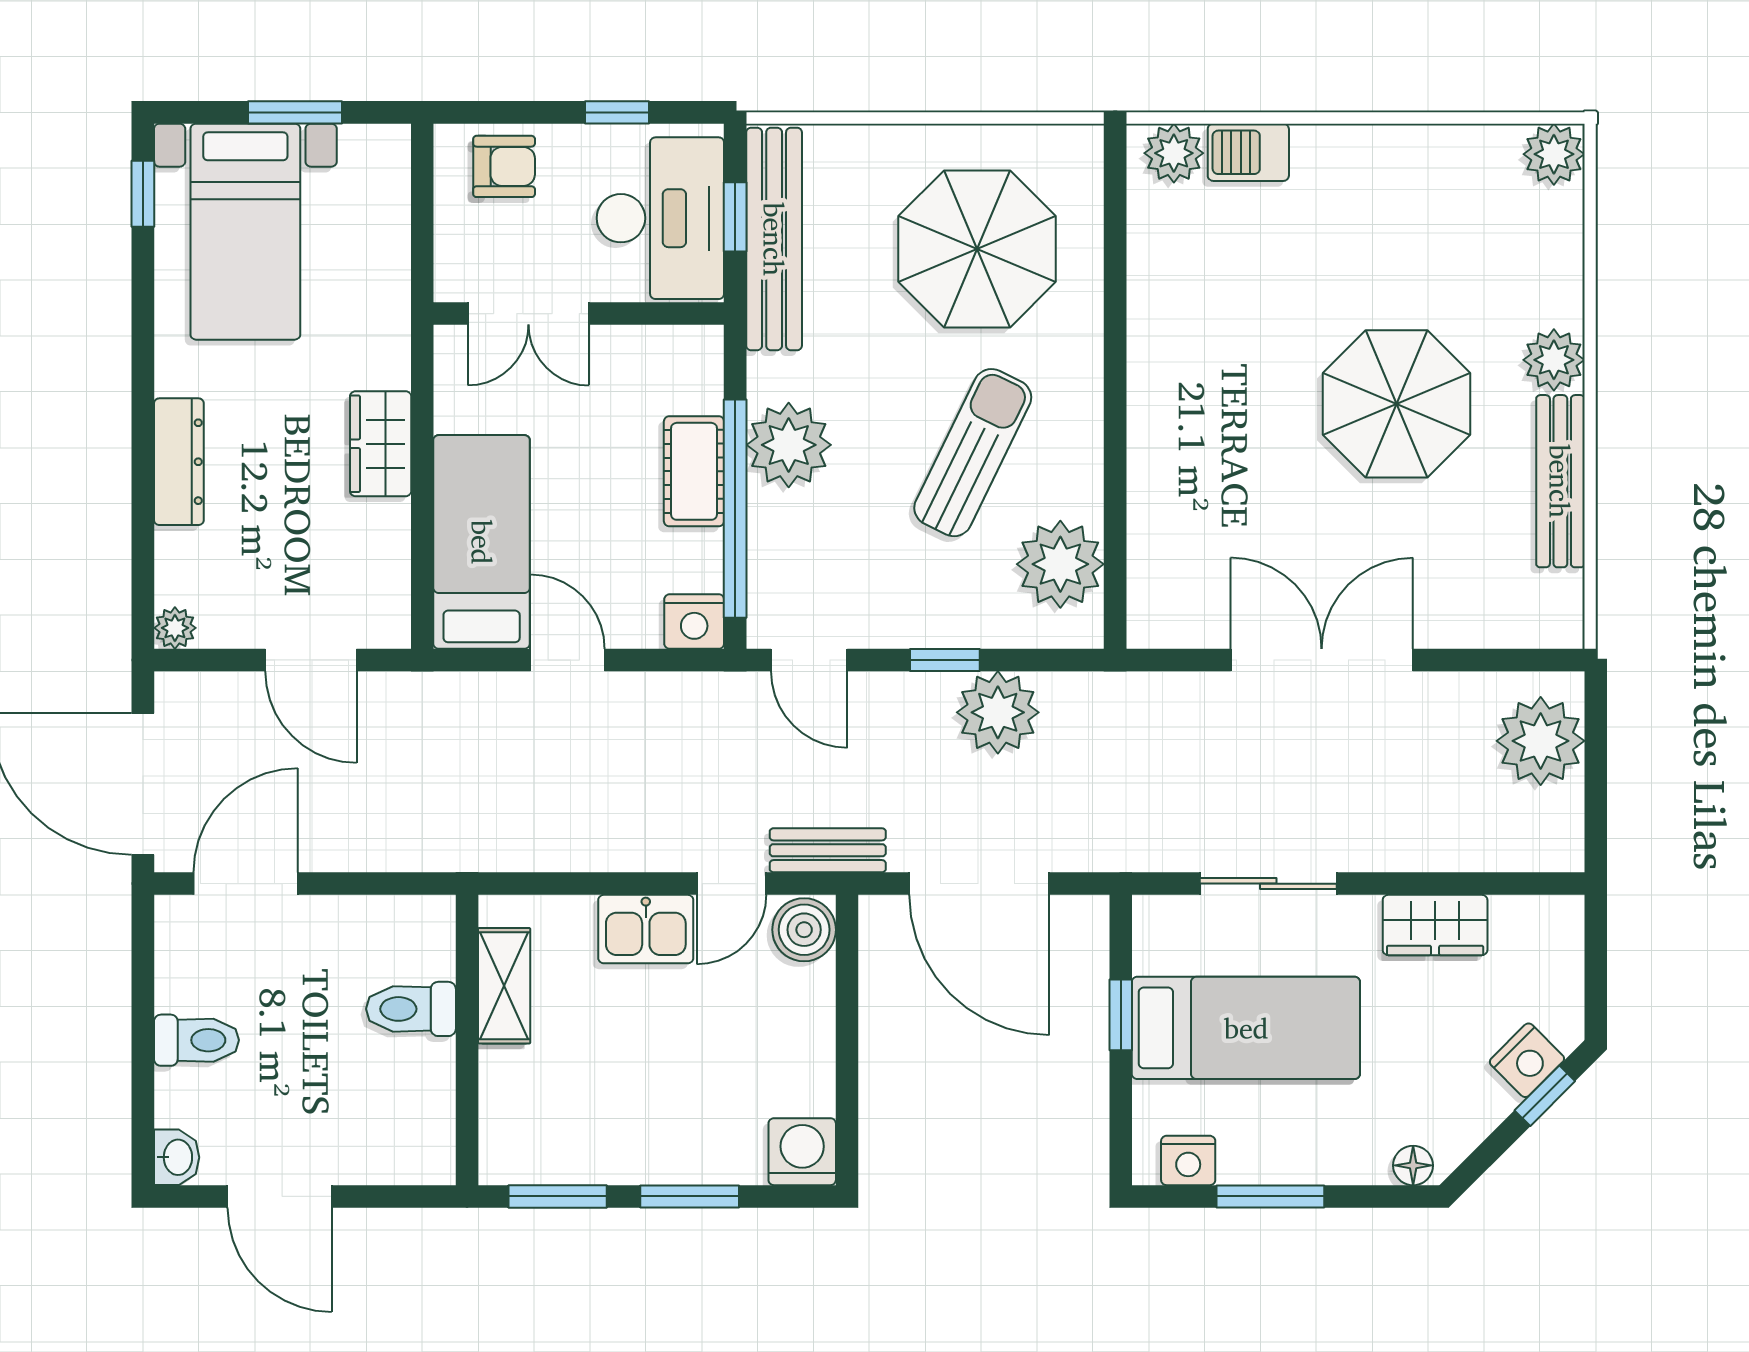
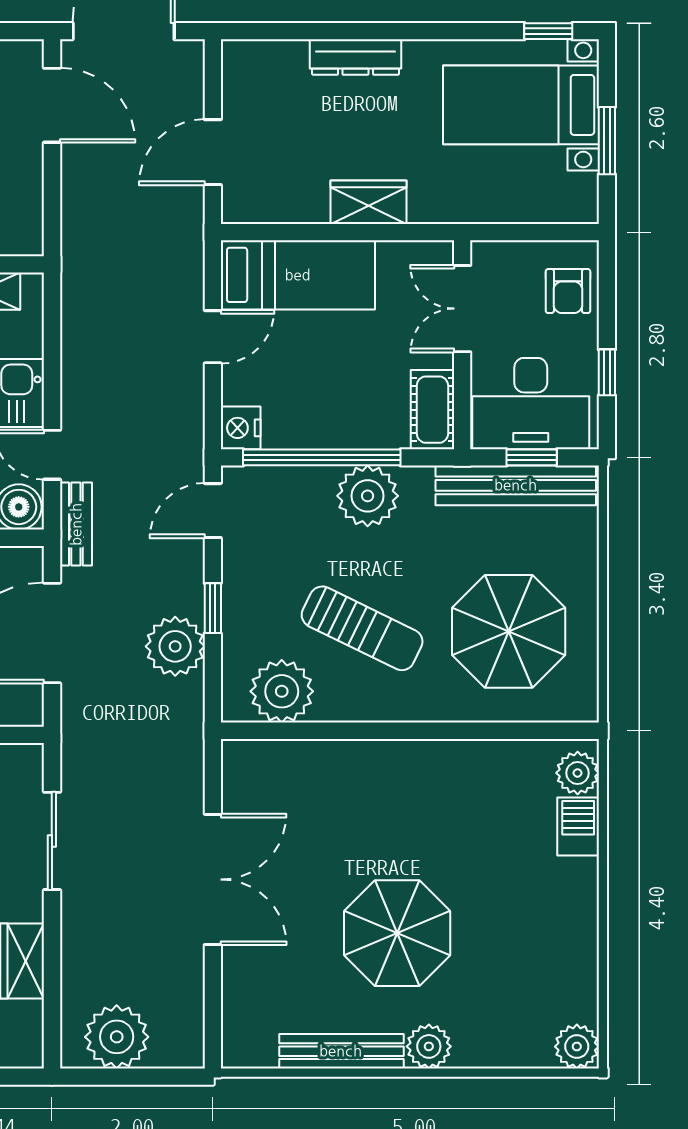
cot: (694, 471) -> (432, 410), moved, turned 90
plant: (175, 628) -> (236, 54), removed
plant: (1541, 741) -> (117, 1037), moved

